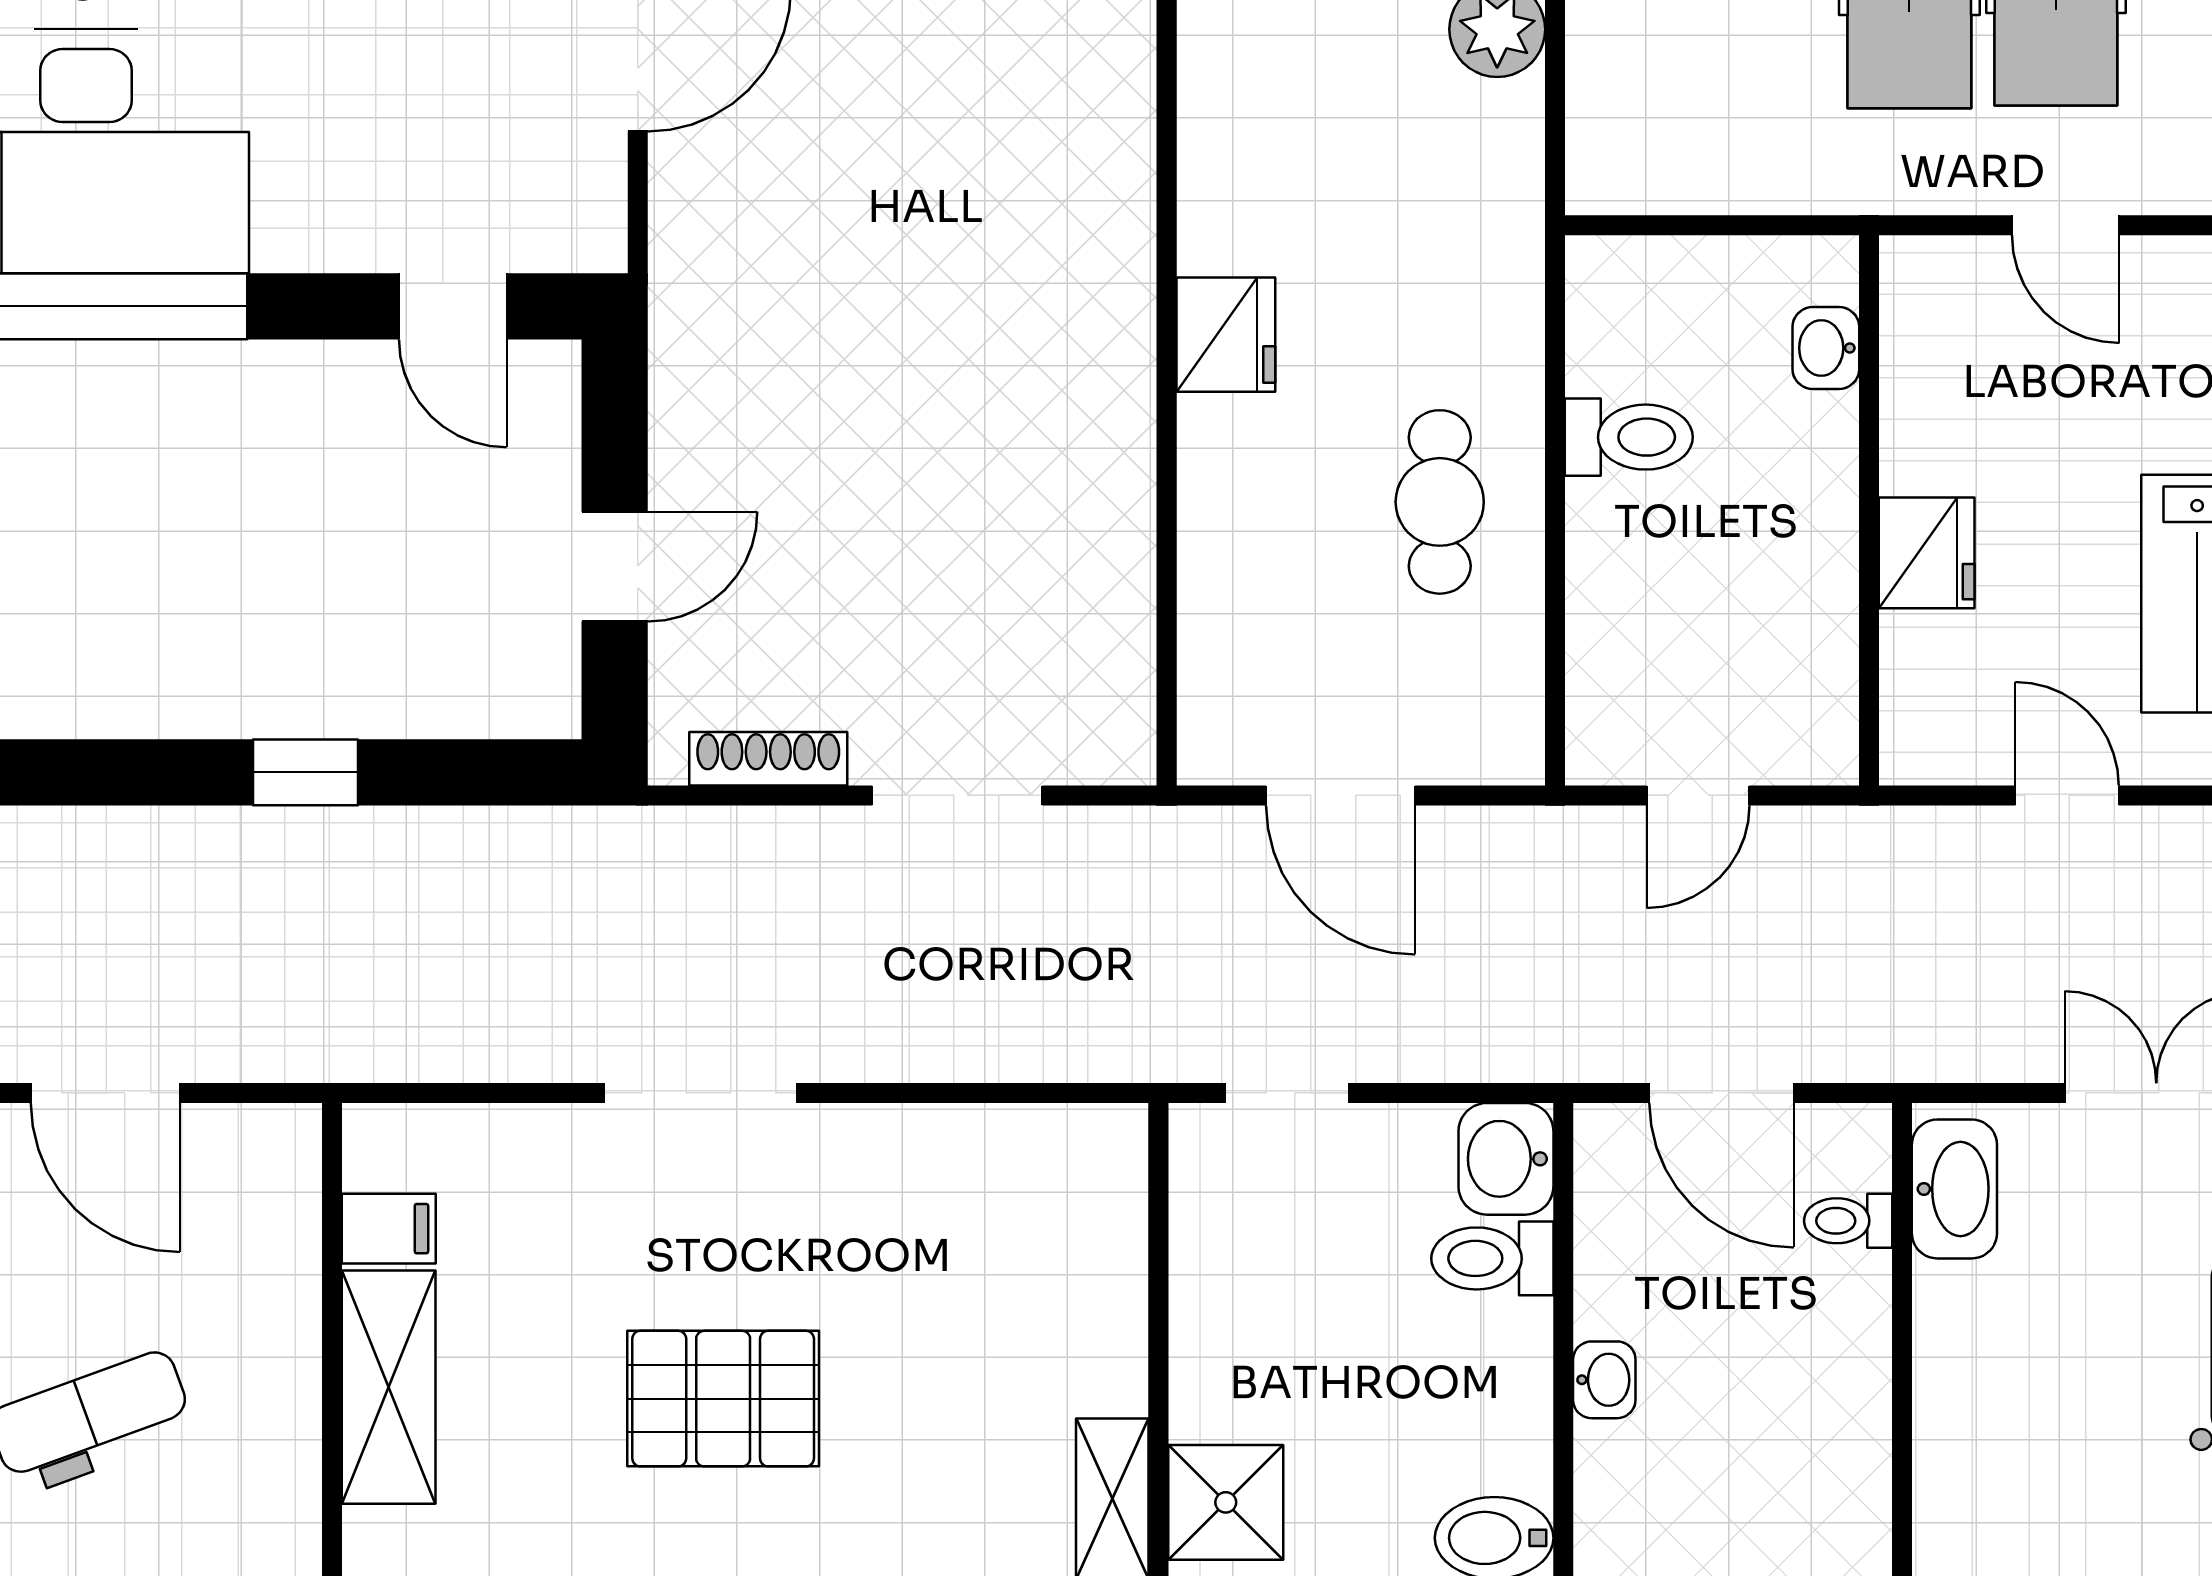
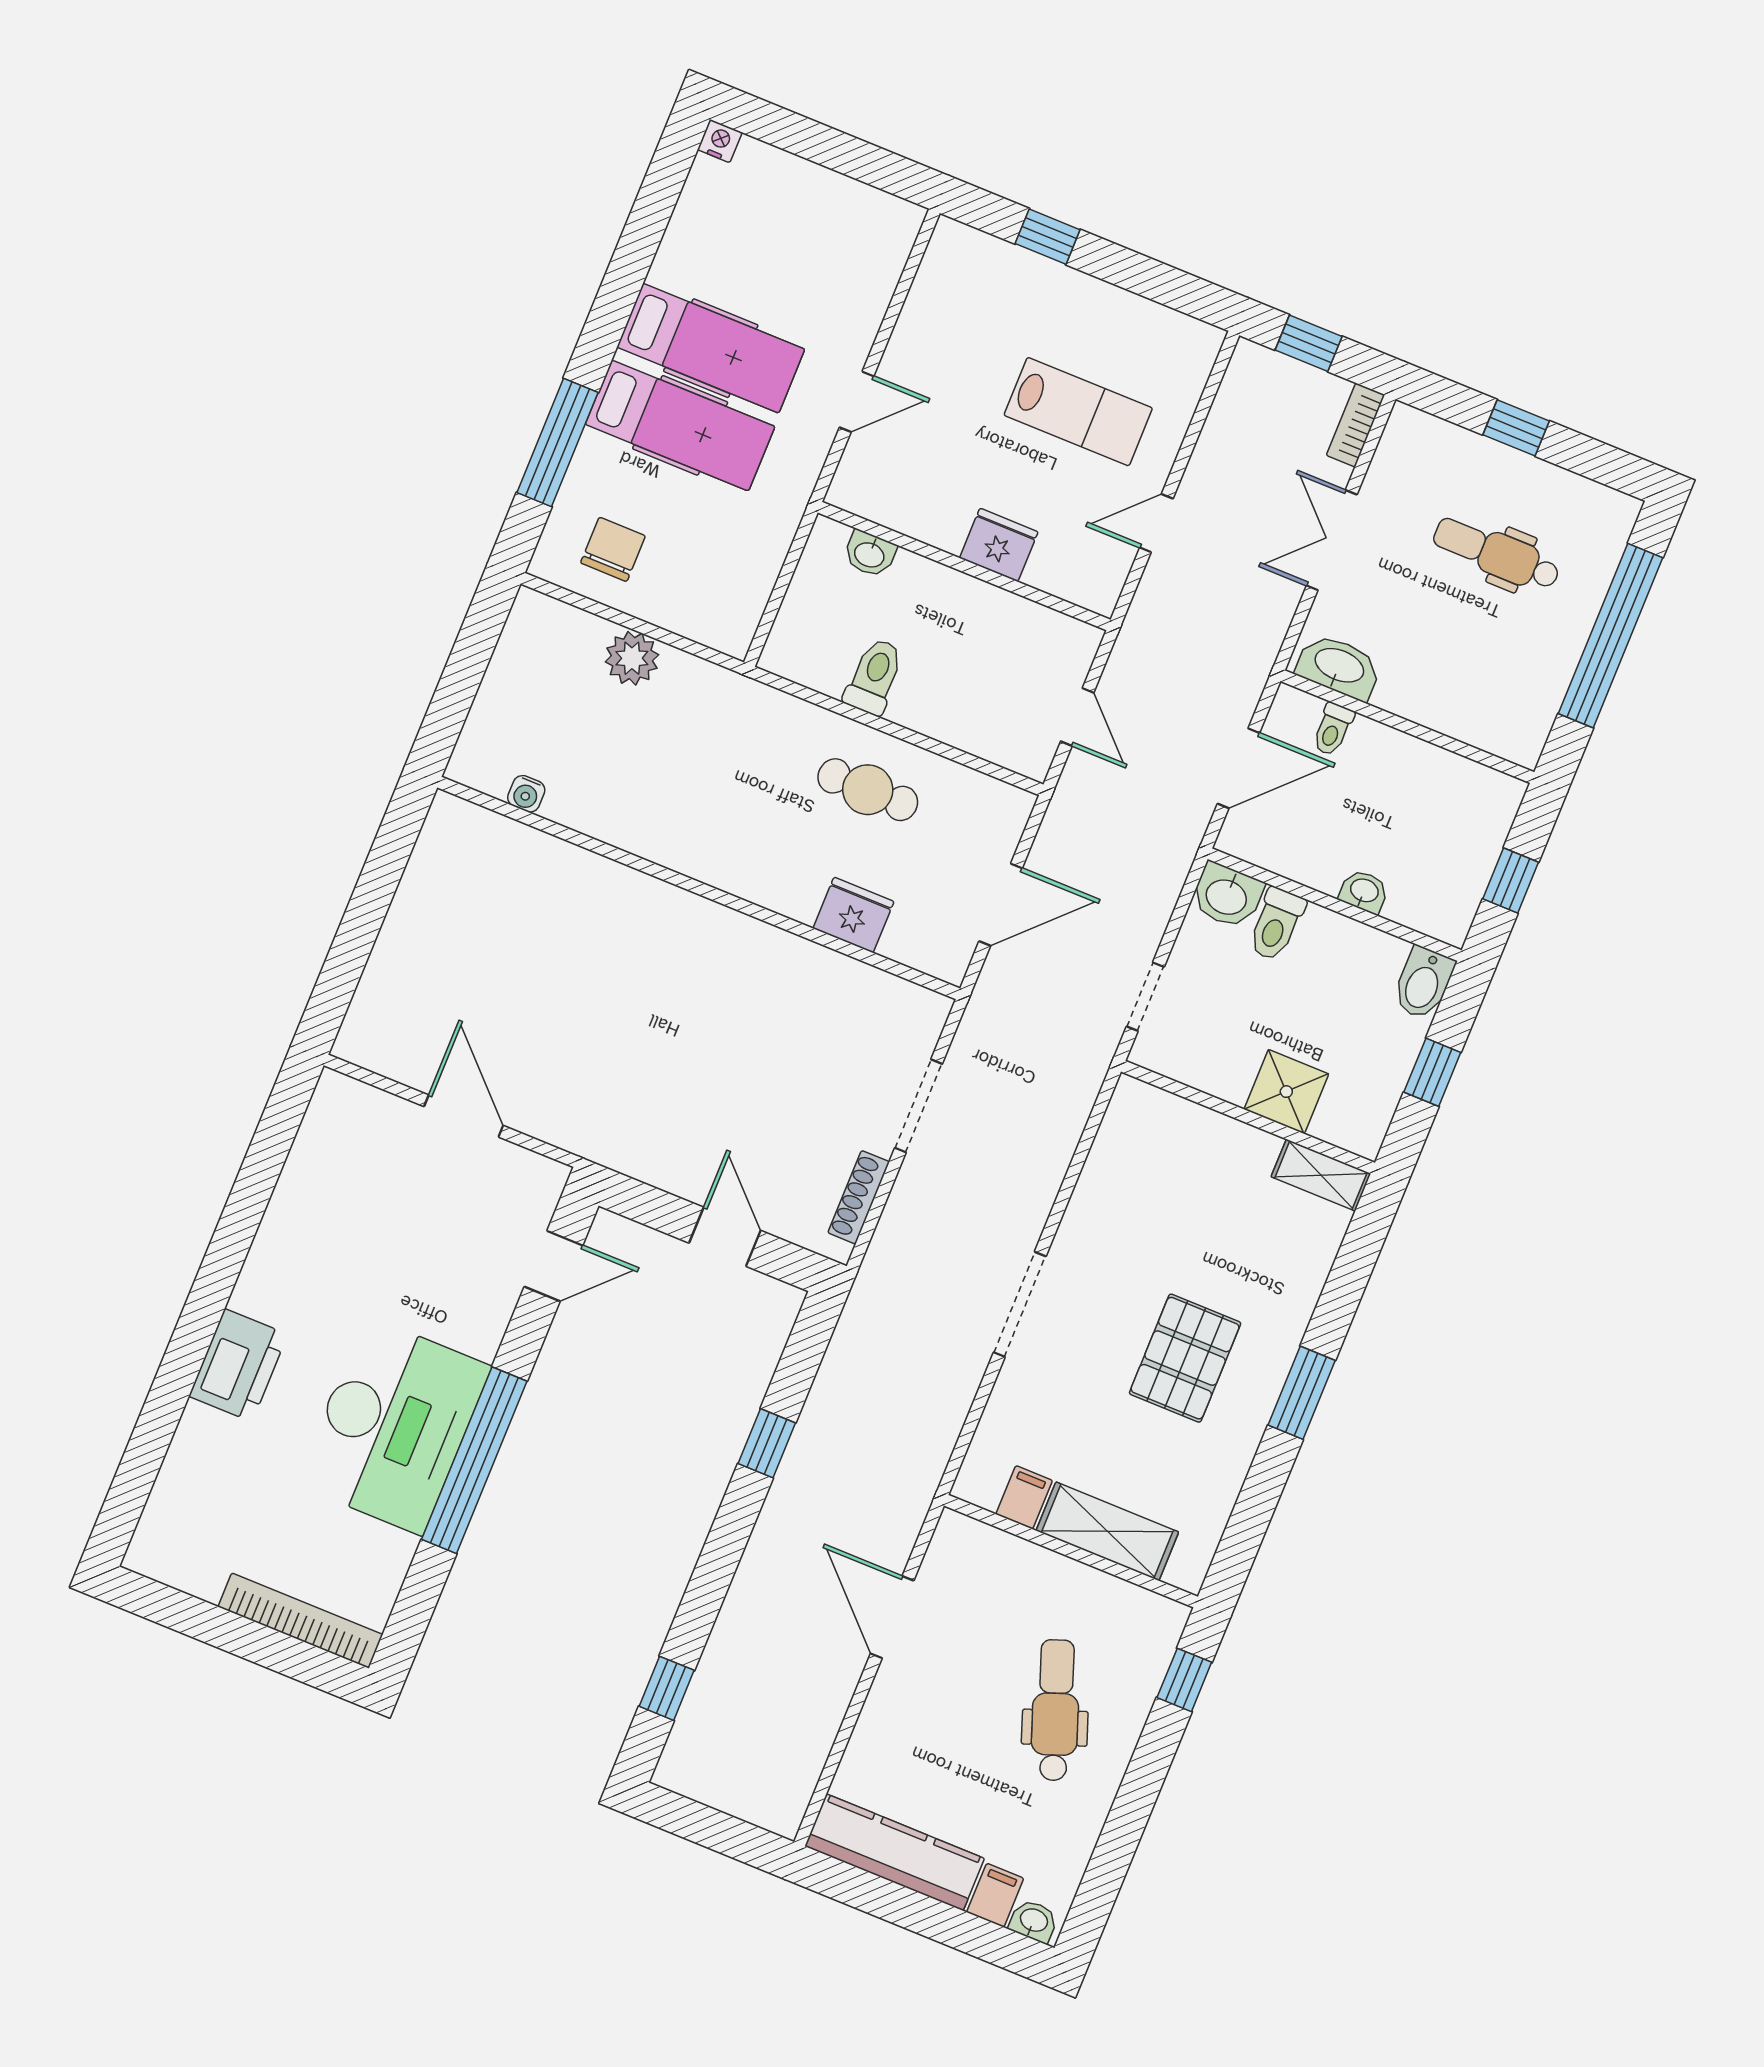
fridge: (1226, 335) -> (854, 915), moved
door: (105, 1093) -> (892, 1617), swing flipped
shower: (1226, 1502) -> (1286, 1092), moved

